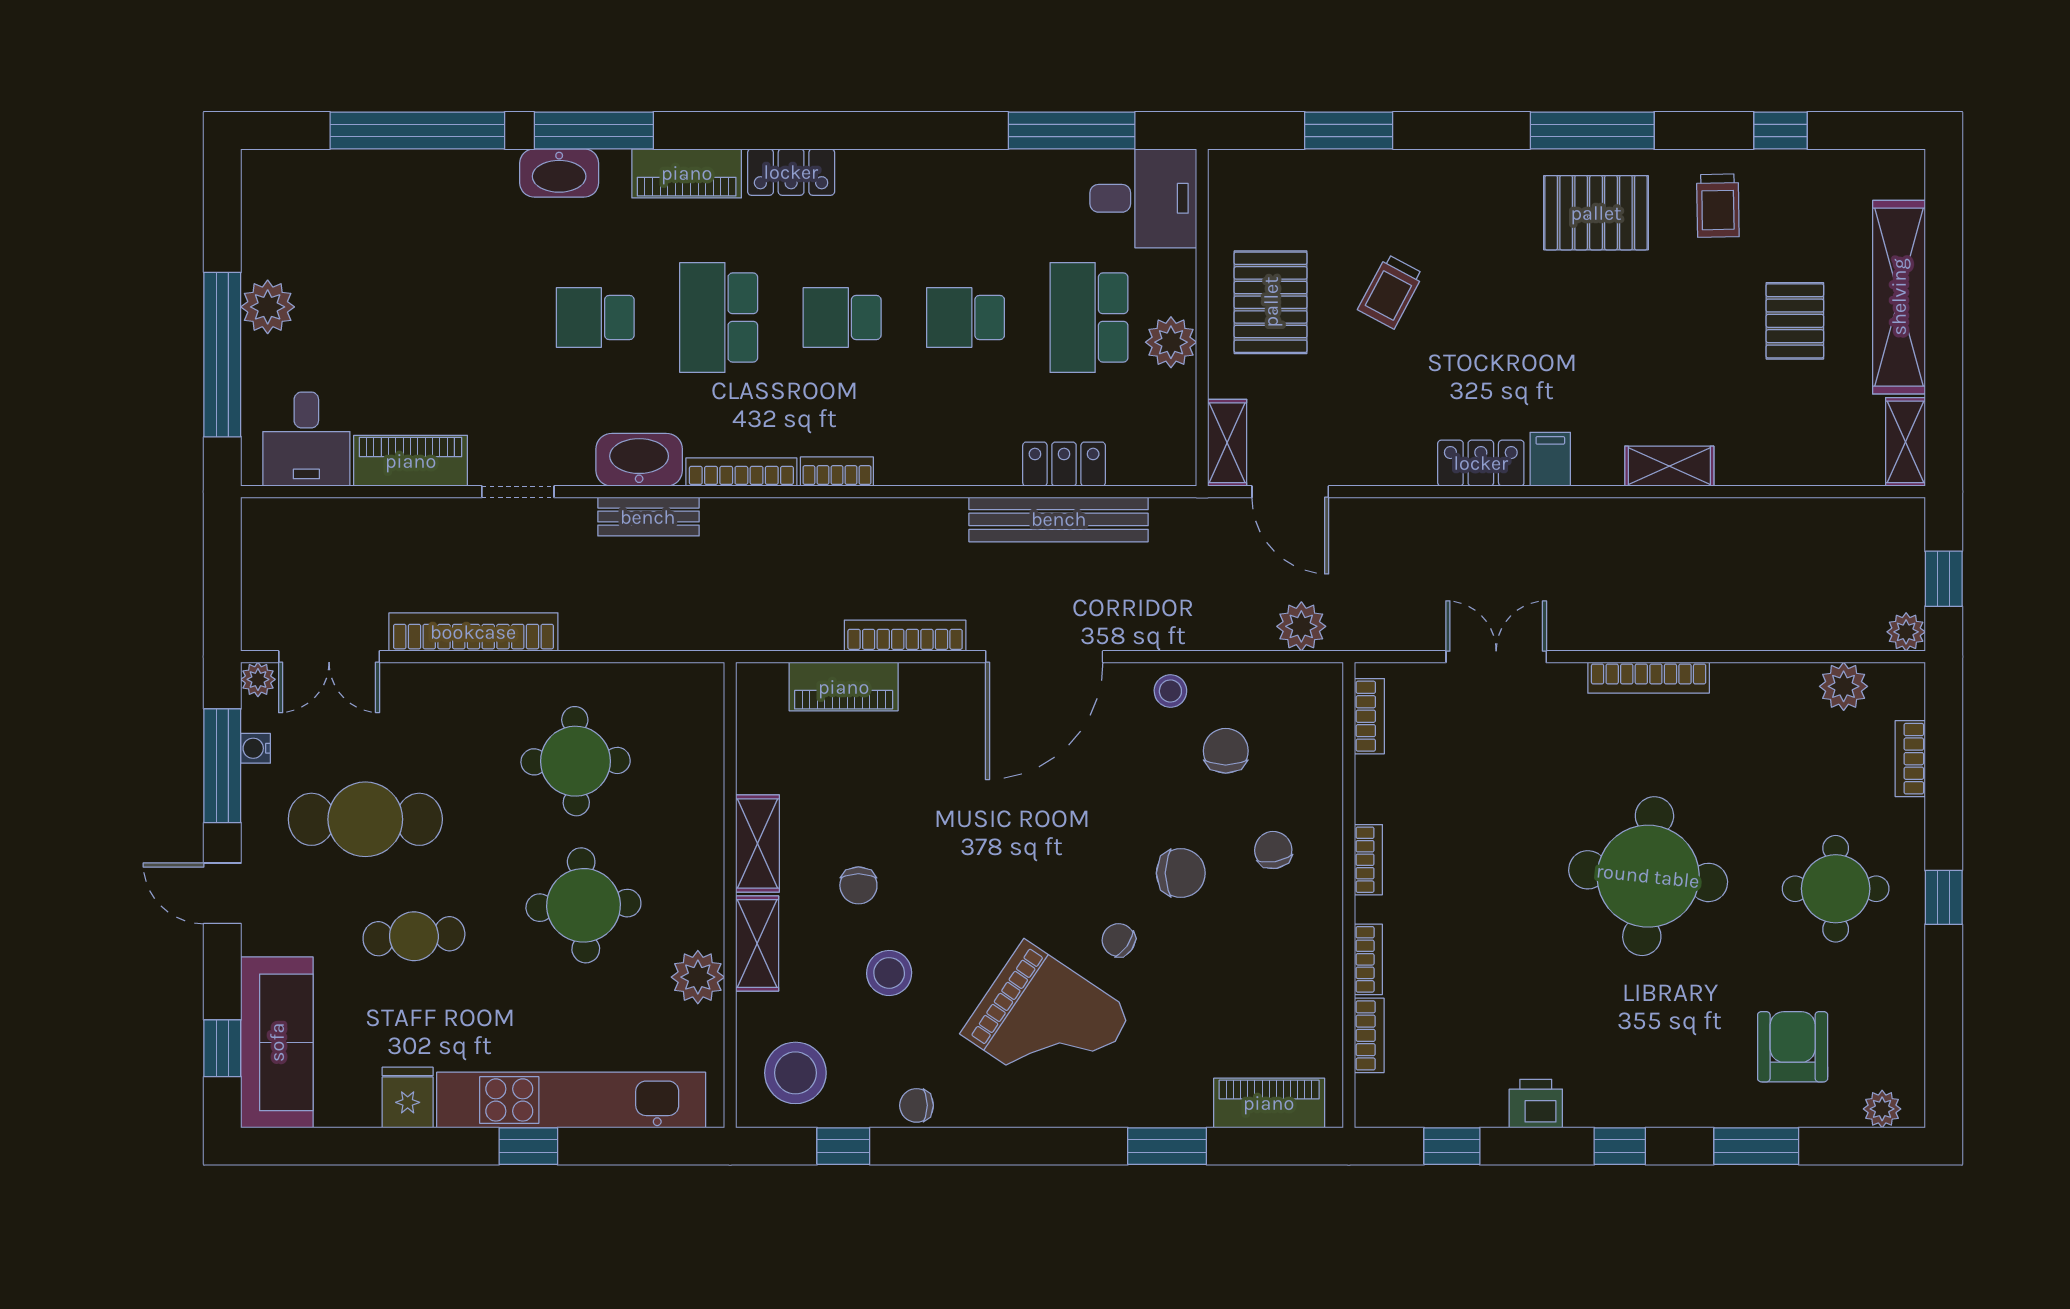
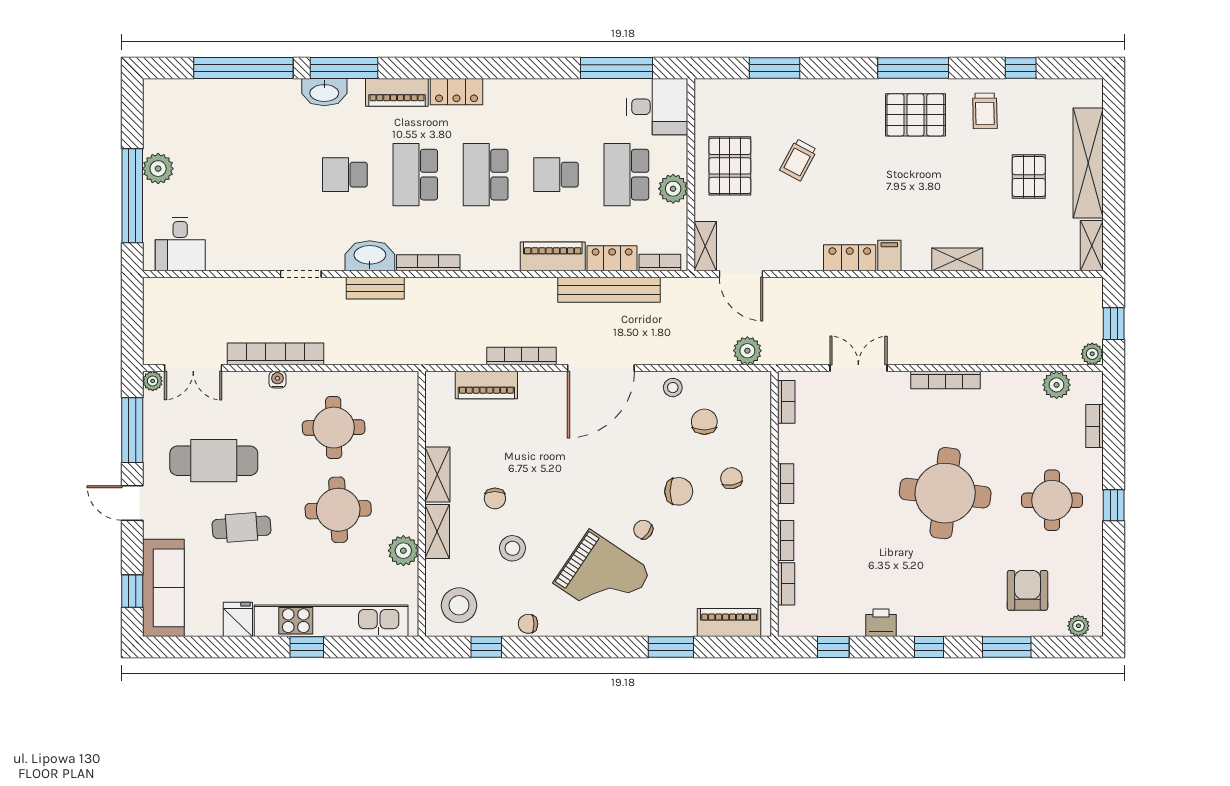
school desk: (842, 317) -> (486, 175), width x1.85
piano: (411, 461) -> (553, 256), moved
bookcase: (837, 472) -> (660, 262), moved
water cooler: (256, 748) -> (277, 380), moved, turned 90

